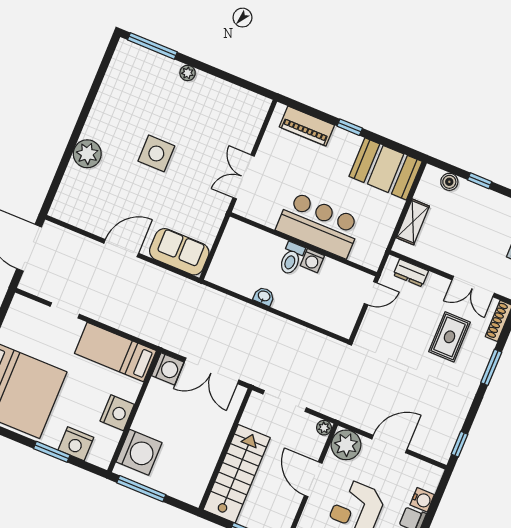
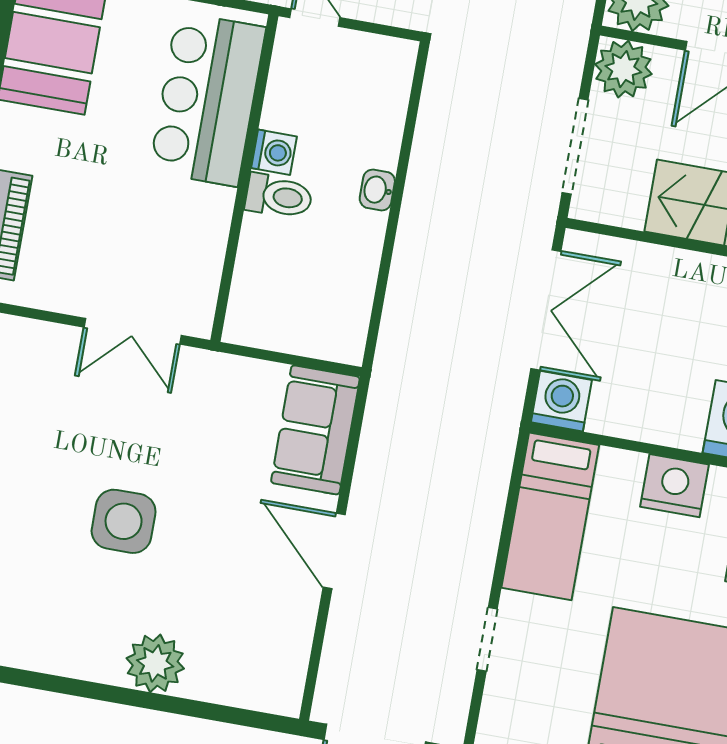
bar counter: (319, 225) -> (207, 99), moved
washbasin: (264, 296) -> (377, 190), moved
plant: (324, 428) -> (623, 69), width x1.87, depth x1.87

